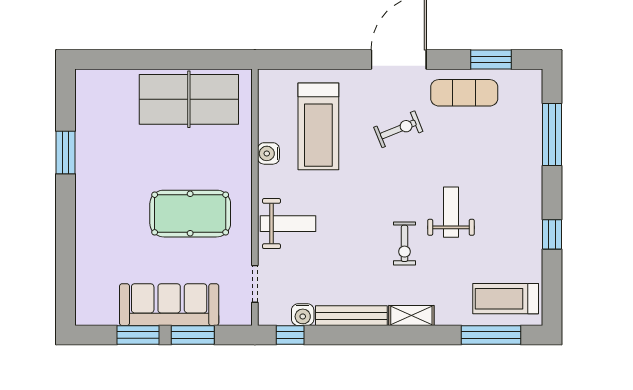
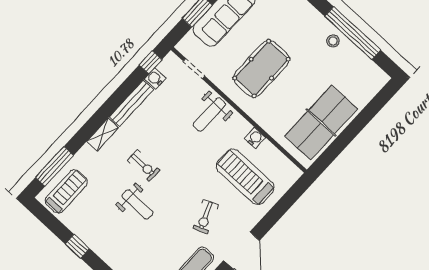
window: (65, 153) -> (353, 33), width x2.11
stool: (93, 166) -> (333, 41), added
exercise bike: (404, 243) -> (143, 165), turned 180

